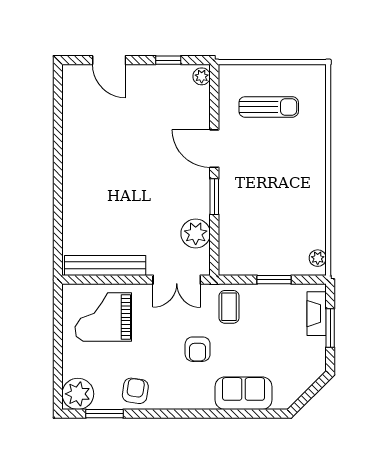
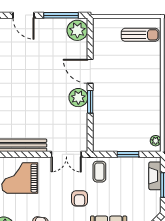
window: (168, 60) -> (61, 15), width x2.17
plant: (202, 76) -> (77, 30), width x1.87, depth x1.87
sun lounger: (269, 107) -> (140, 35), moved
plant: (196, 234) -> (78, 98), moved

